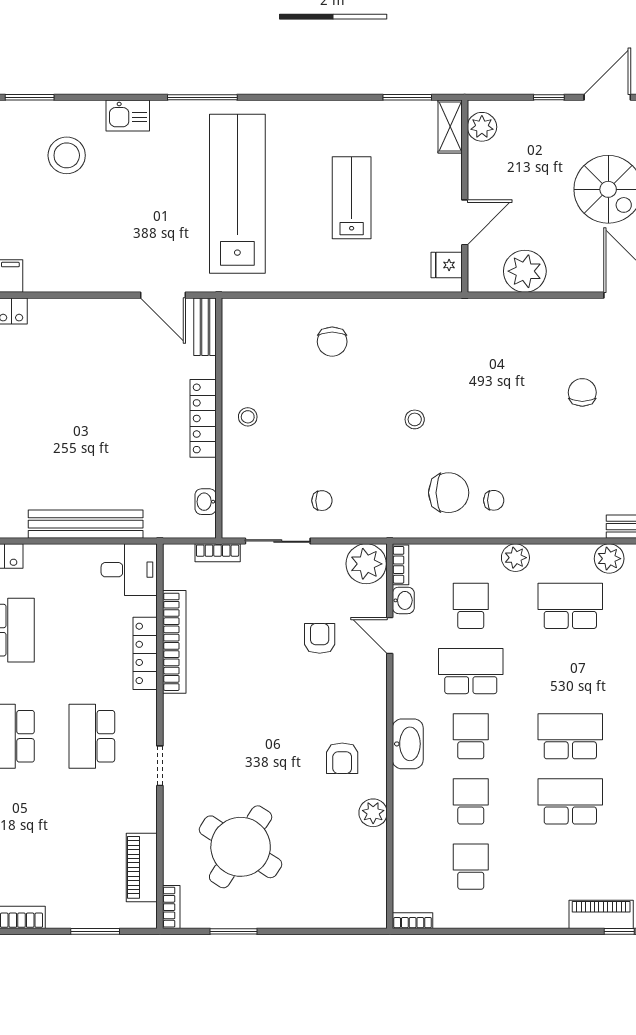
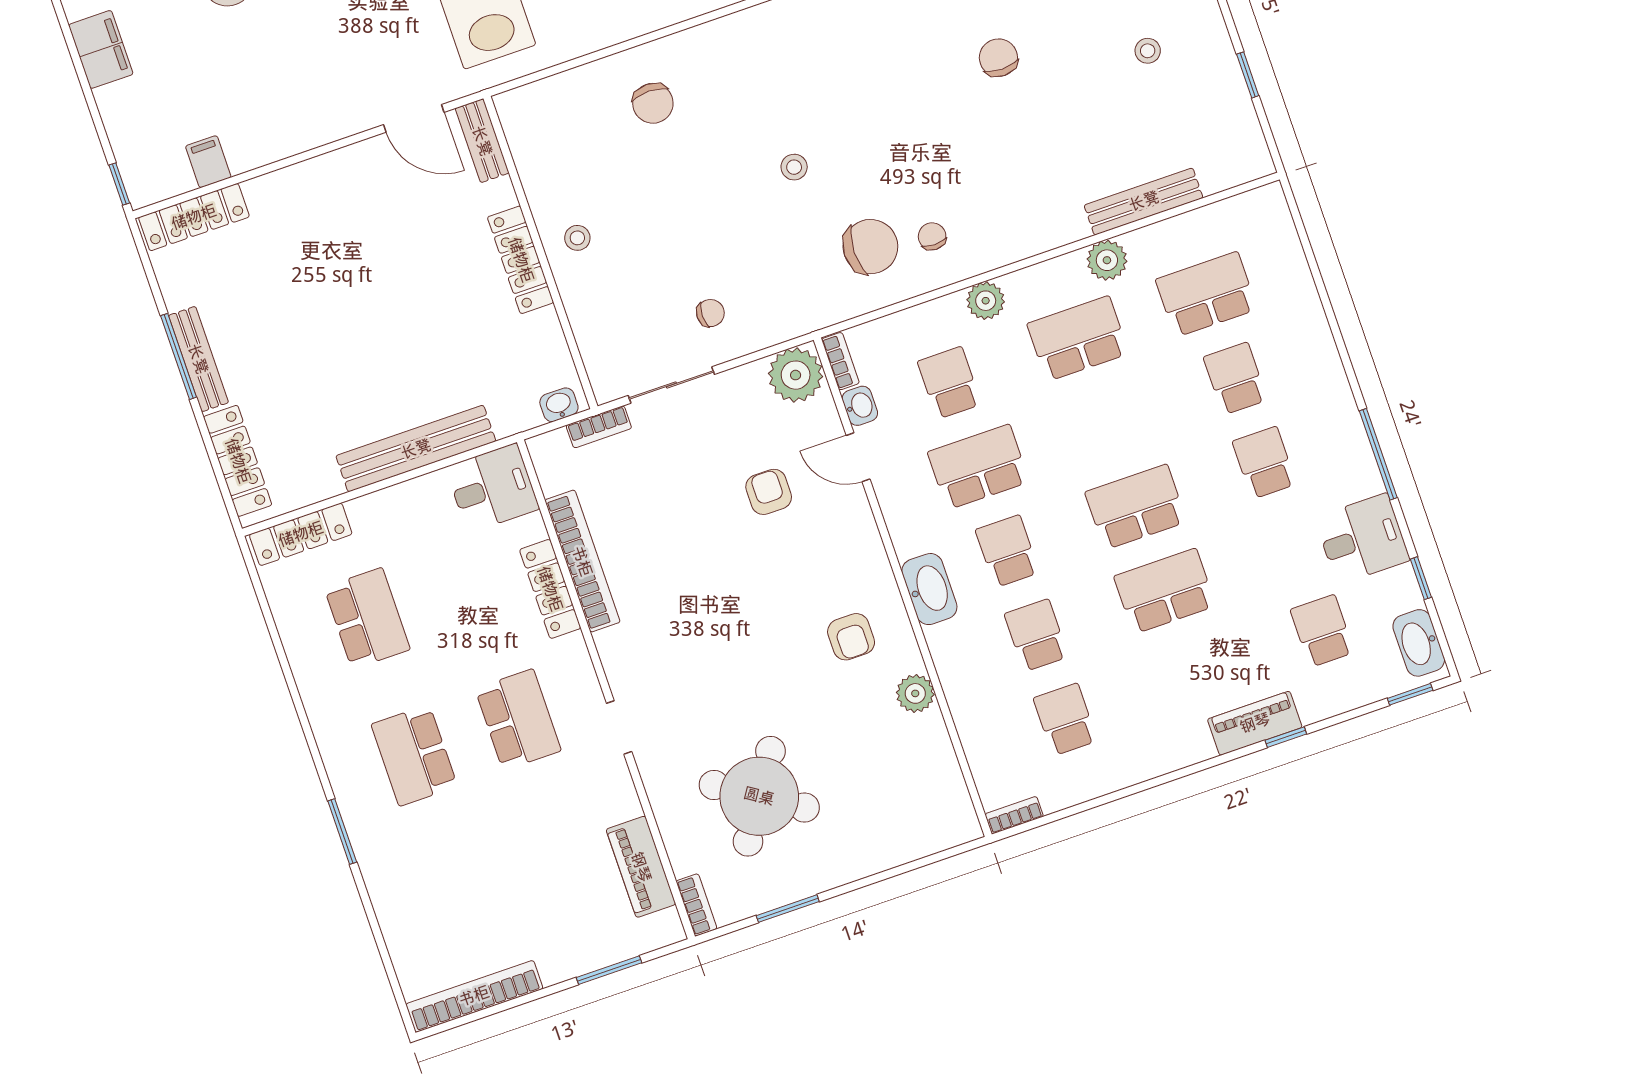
chair: (494, 500) -> (932, 236), turned -90
washbasin: (206, 502) -> (559, 405), moved, turned 90
school desk: (92, 736) -> (518, 720), turned 180

